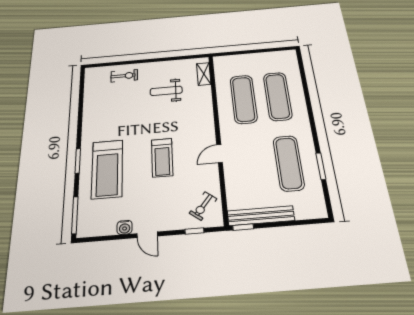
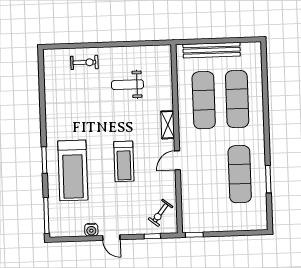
shelving: (204, 74) -> (168, 125), moved
bench: (261, 216) -> (212, 50), moved

